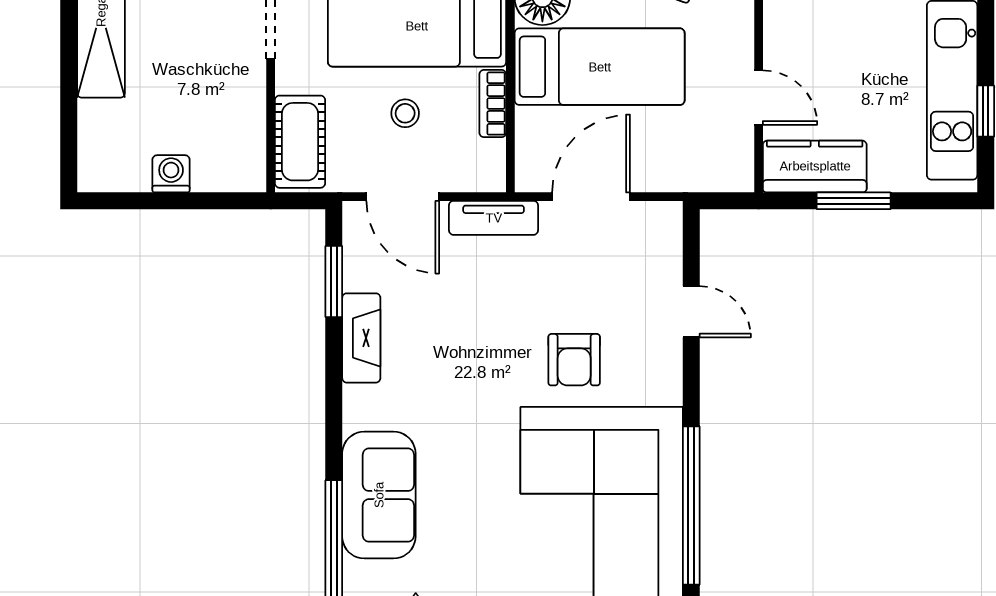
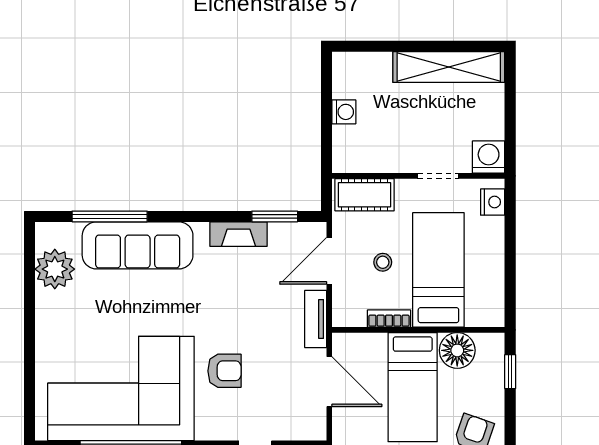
armchair: (574, 360) -> (224, 371), turned 180
sofa: (379, 495) -> (138, 245), width x1.36

